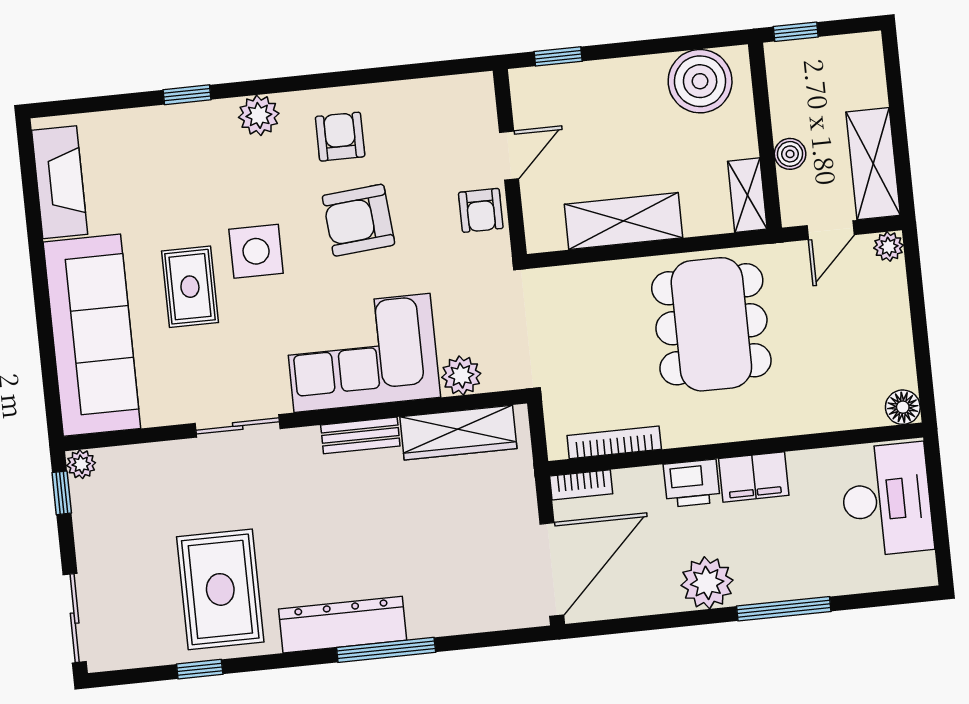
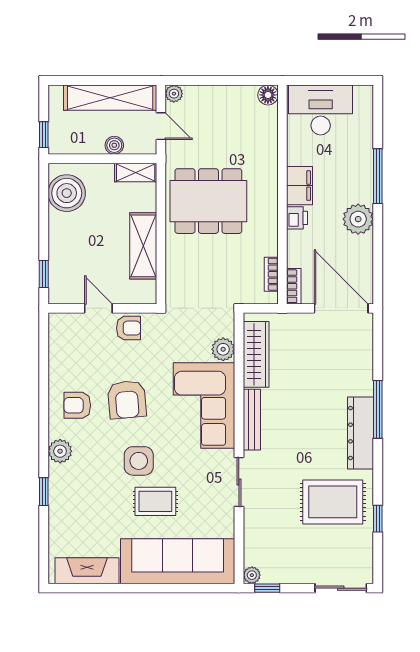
shelving: (873, 164) -> (110, 98), width x1.47
bench: (360, 435) -> (252, 420), width x1.36
bookcase: (614, 442) -> (271, 274), width x0.64
printer: (692, 483) -> (297, 218), width x0.73, depth x0.81

